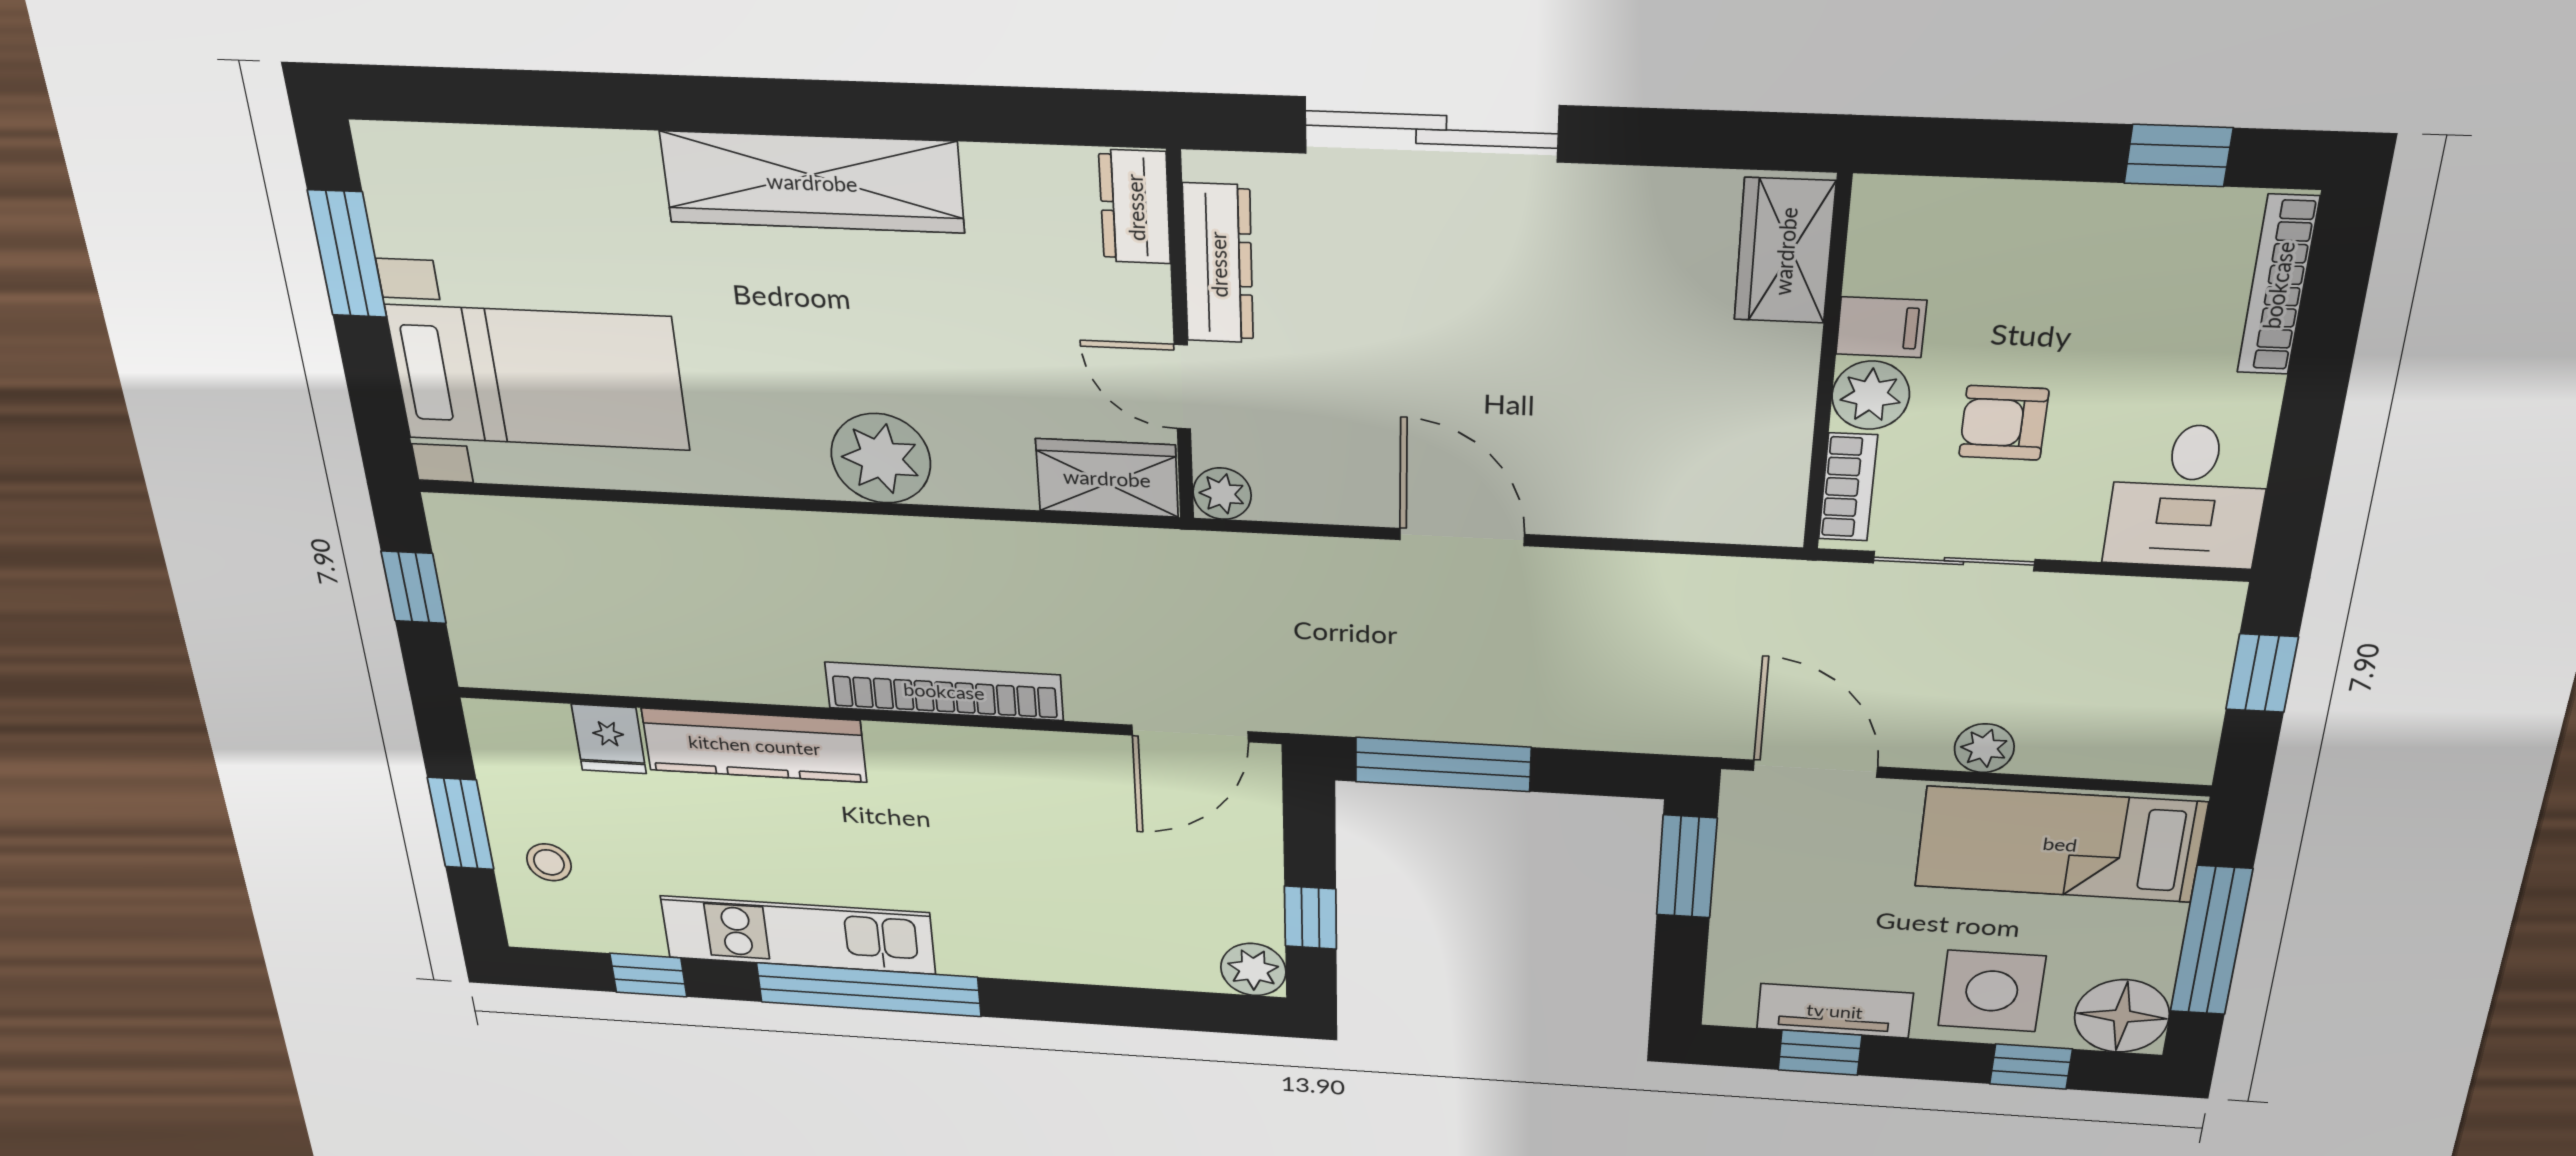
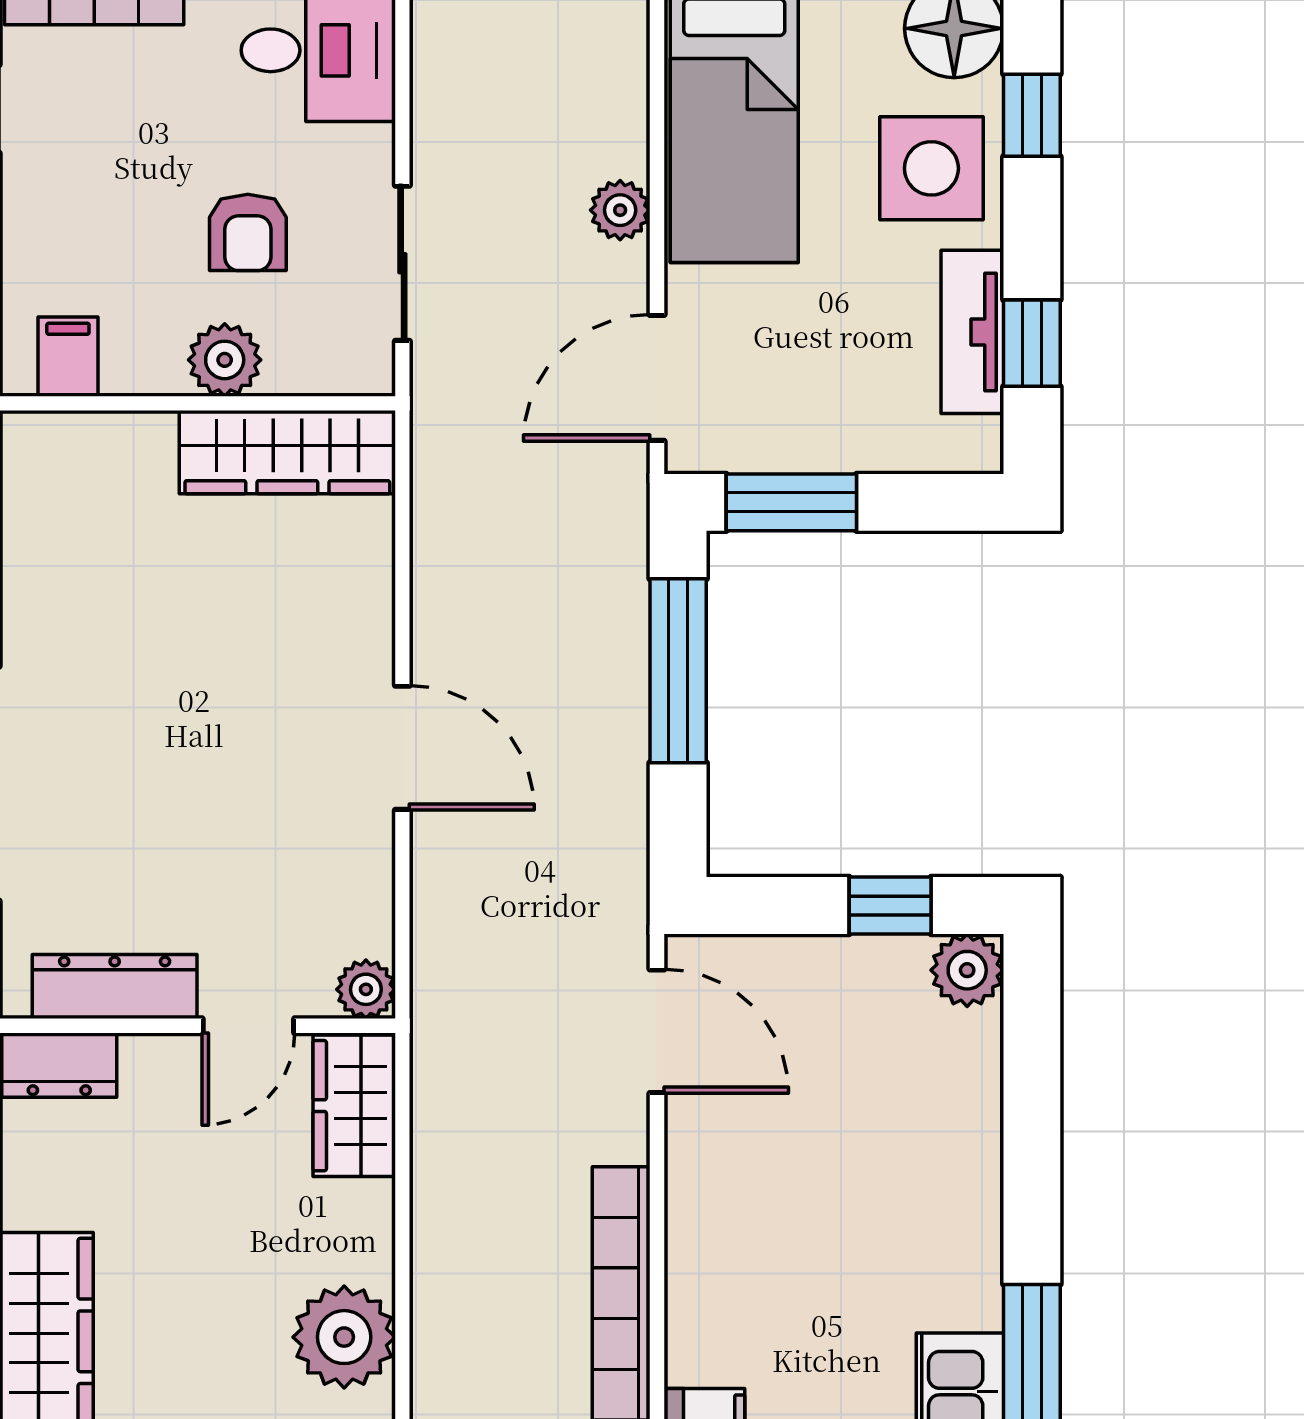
wardrobe: (1785, 251) -> (287, 452), moved, width x1.50
filing cabinet: (1881, 327) -> (68, 357), moved
bookcase: (1848, 487) -> (325, 373), removed
door: (1462, 537) -> (402, 748), swing flipped
window: (1443, 764) -> (678, 671), moved

